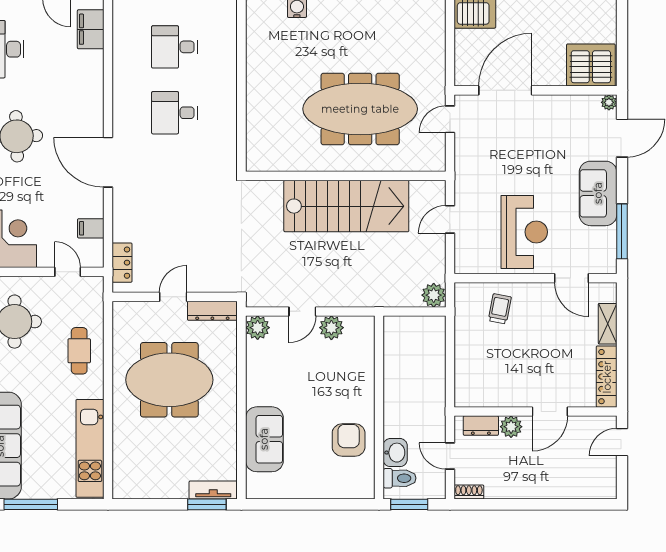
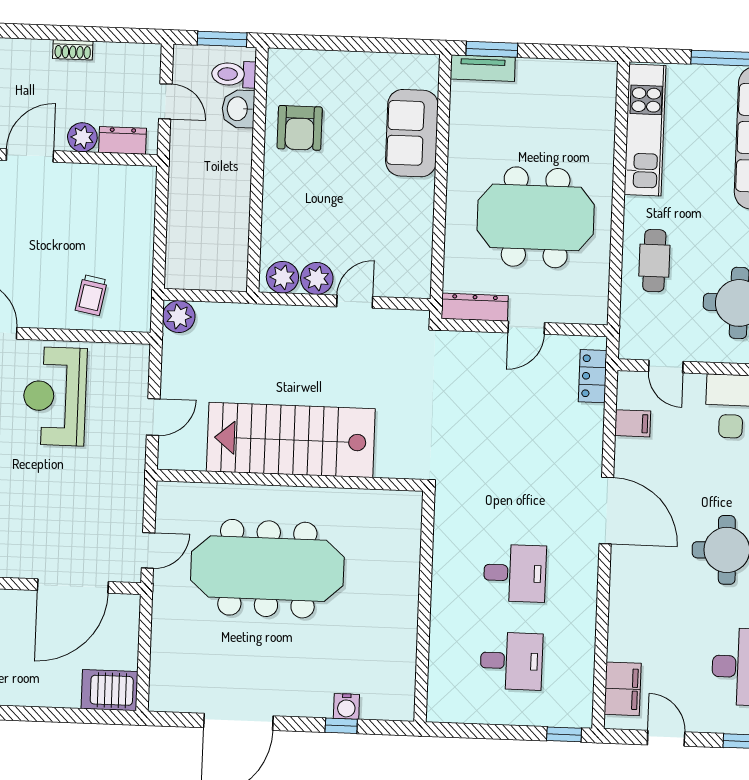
plant: (258, 328) -> (282, 277), moved
shoe rack: (469, 492) -> (73, 50), moved

